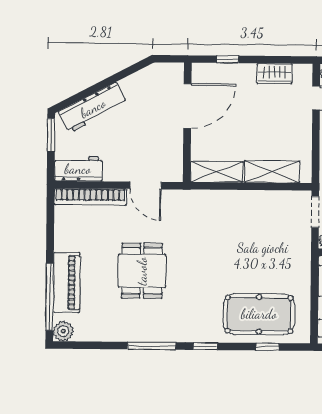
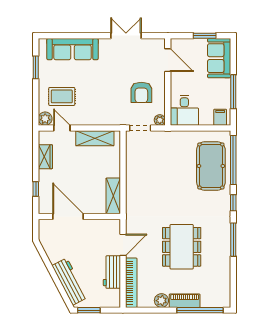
workbench: (78, 169) -> (112, 272), moved
shelving: (272, 172) -> (95, 138), moved, turned 90
dining table: (142, 271) -> (182, 247), width x1.38
piano: (67, 283) -> (185, 301), width x0.73, depth x0.75
plant: (63, 331) -> (161, 301), moved
window: (267, 347) -> (233, 160), width x3.17

